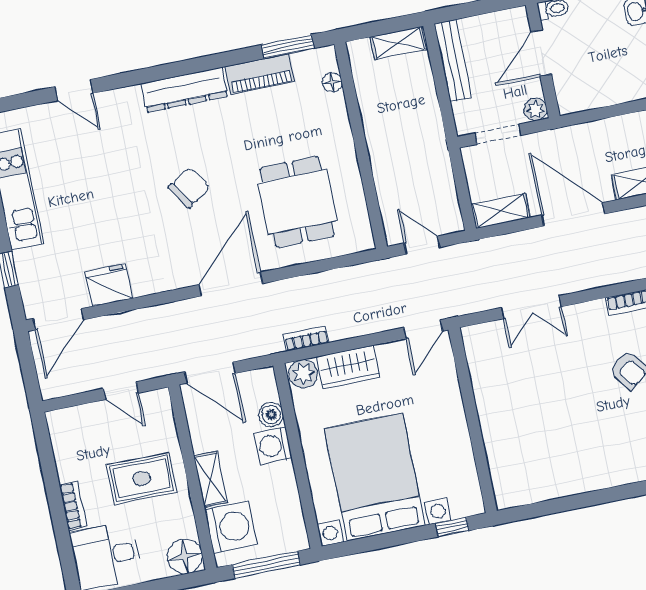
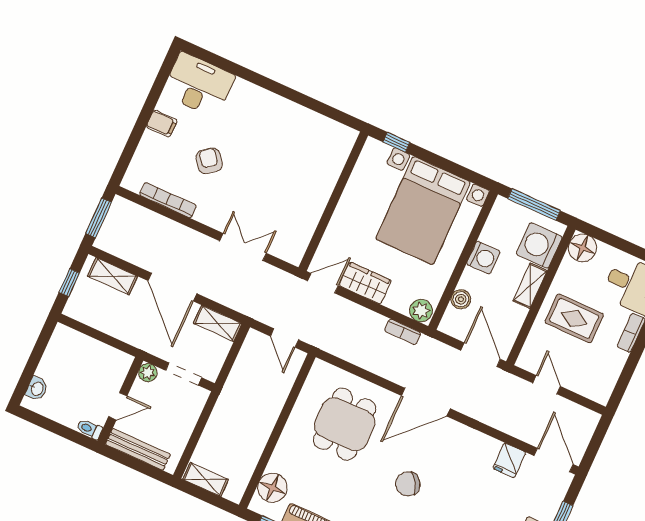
door: (541, 53) -> (118, 406), width x0.73
bench: (453, 61) -> (138, 449), moved, turned 90
floor lamp: (332, 82) -> (272, 488), width x1.89, depth x1.89
fridge: (109, 285) -> (509, 460), width x0.72
door: (58, 319) -> (554, 460), hinge flipped
wardrobe: (348, 367) -> (365, 283), moved
washing machine: (273, 445) -> (483, 258), moved

